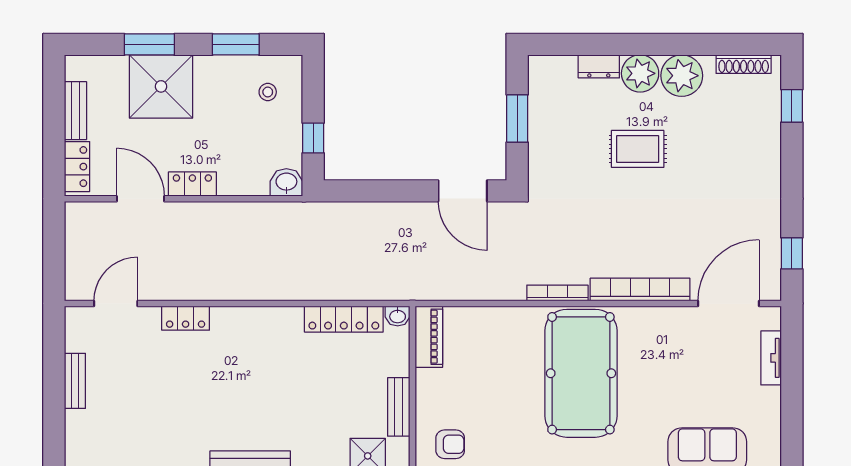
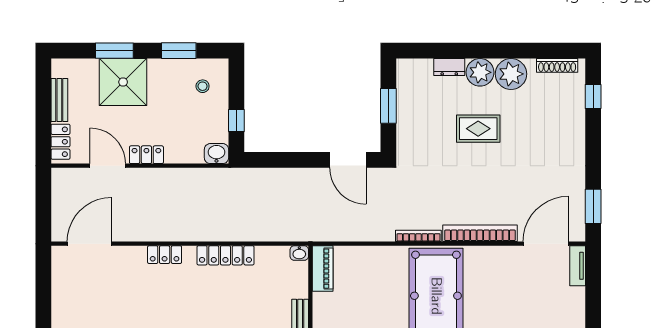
window: (792, 253) -> (593, 206), width x1.50
door: (116, 303) -> (89, 244), width x1.36
locker: (186, 318) -> (165, 255), moved
locker: (344, 319) -> (225, 255), moved
tv unit: (771, 358) -> (578, 266), moved
bench: (75, 381) -> (59, 301), removed

